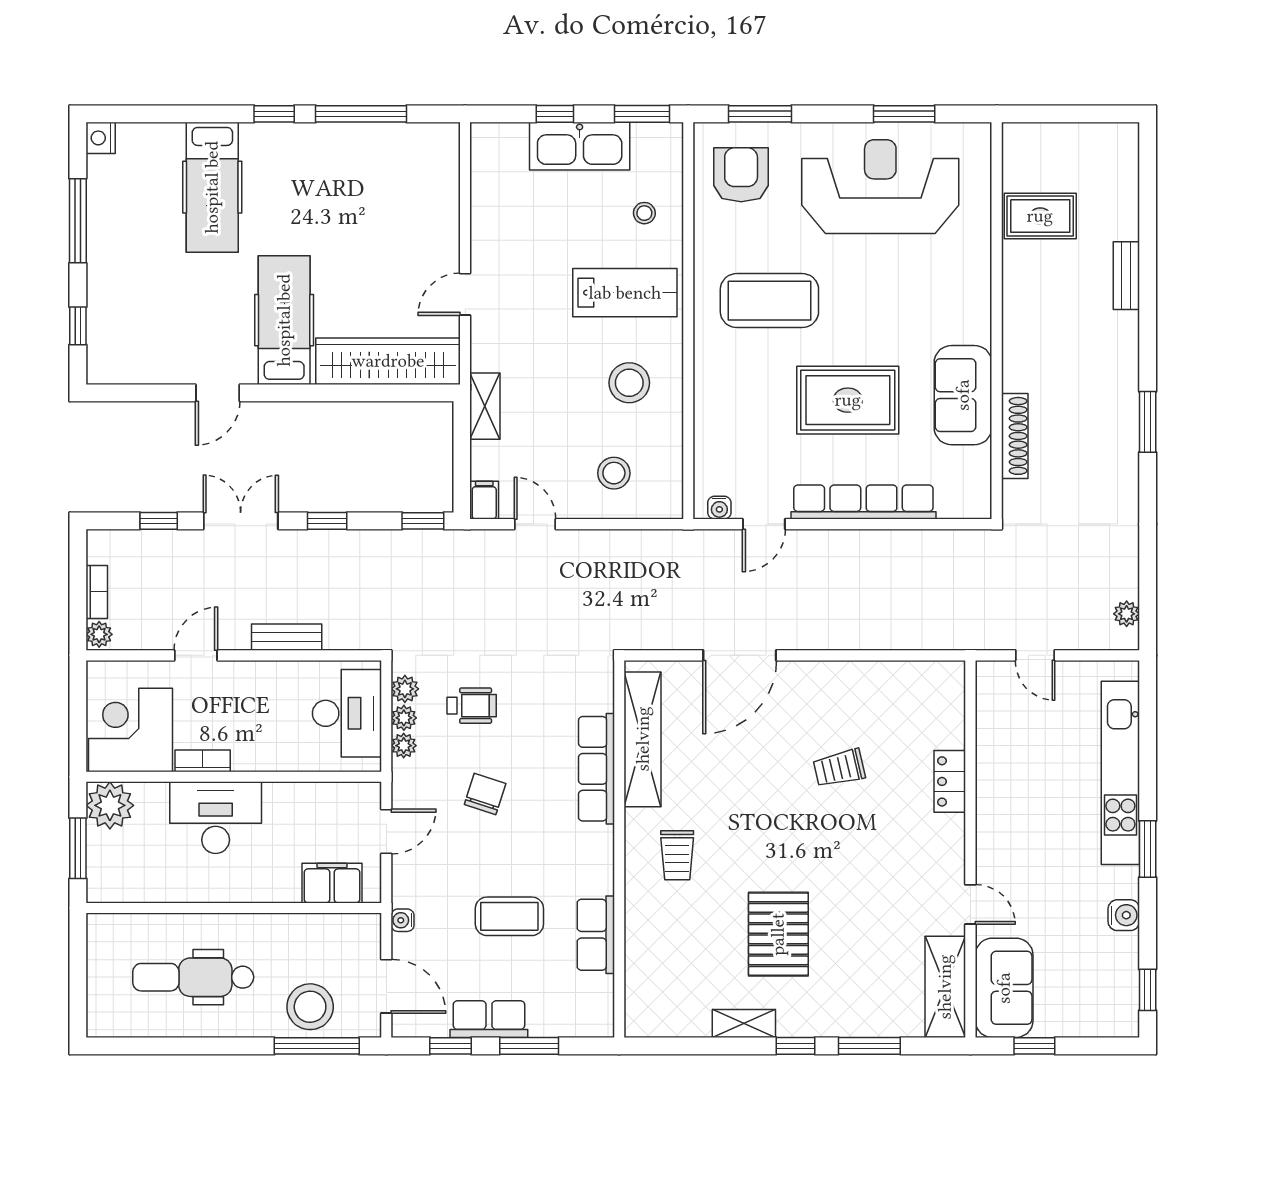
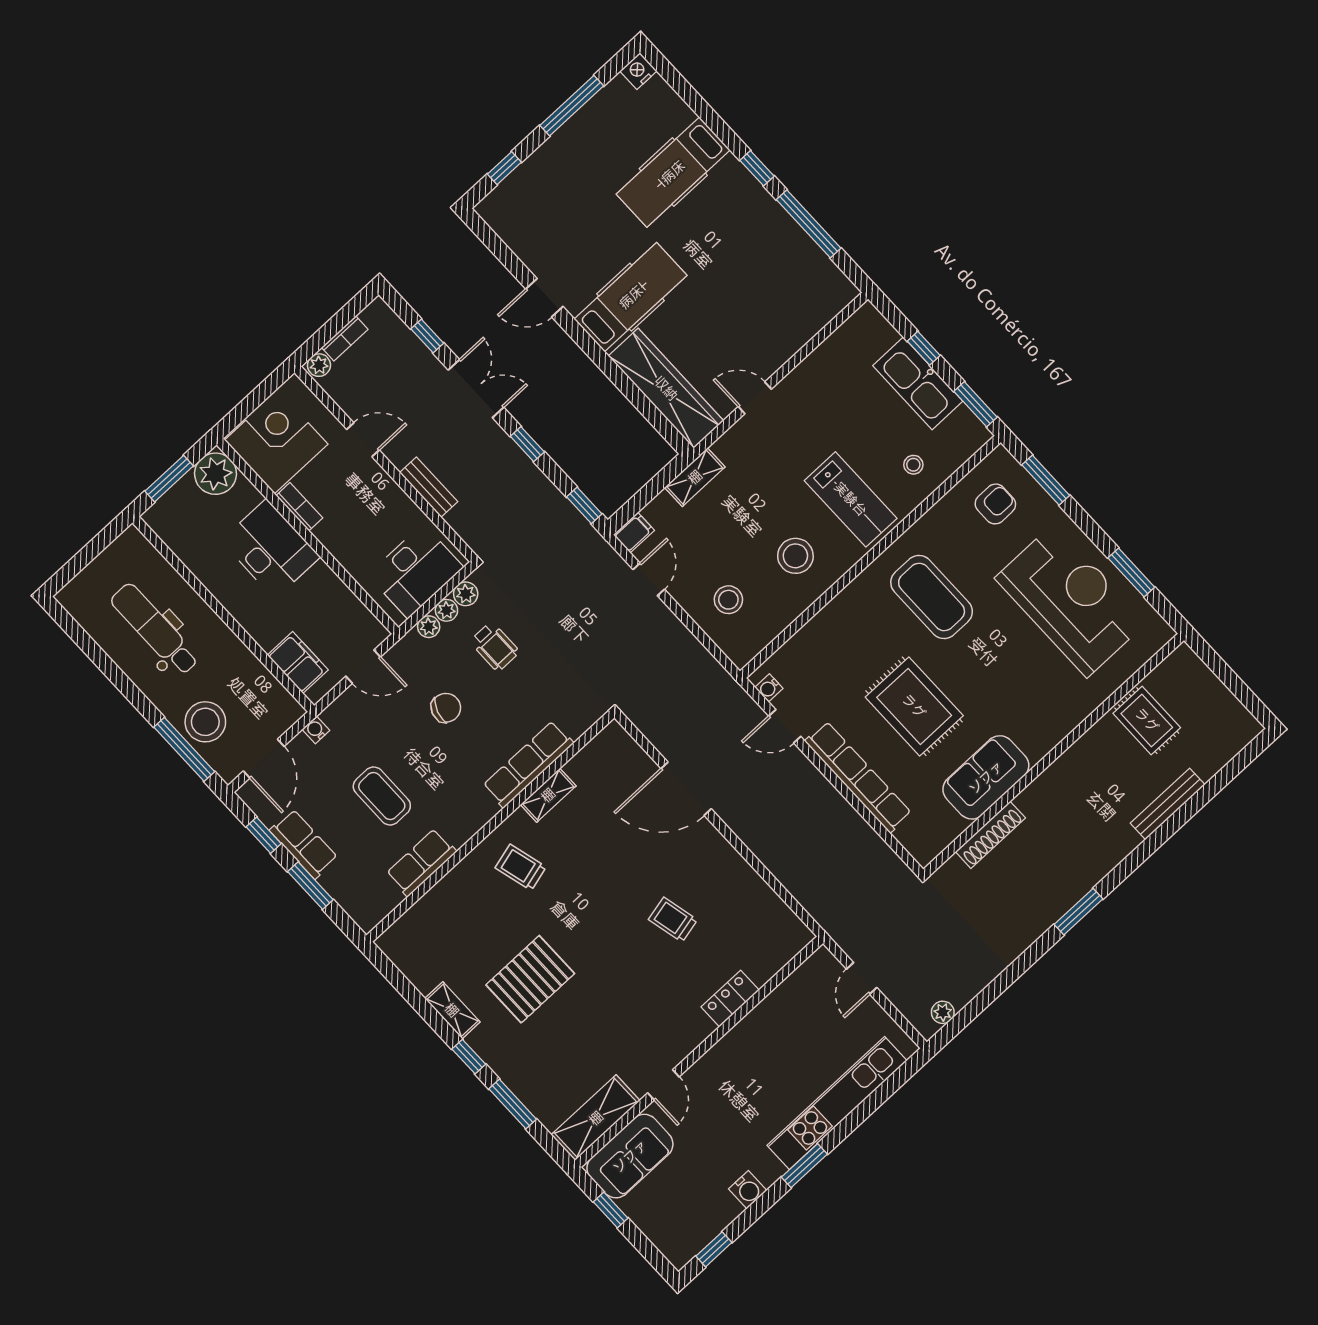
armchair: (741, 175) -> (995, 504), width x0.72, depth x0.72
bench: (1126, 276) -> (1168, 804), width x1.36
shelving: (643, 739) -> (548, 795), width x0.45, depth x0.75
trolley: (677, 855) -> (521, 867), turned 75

